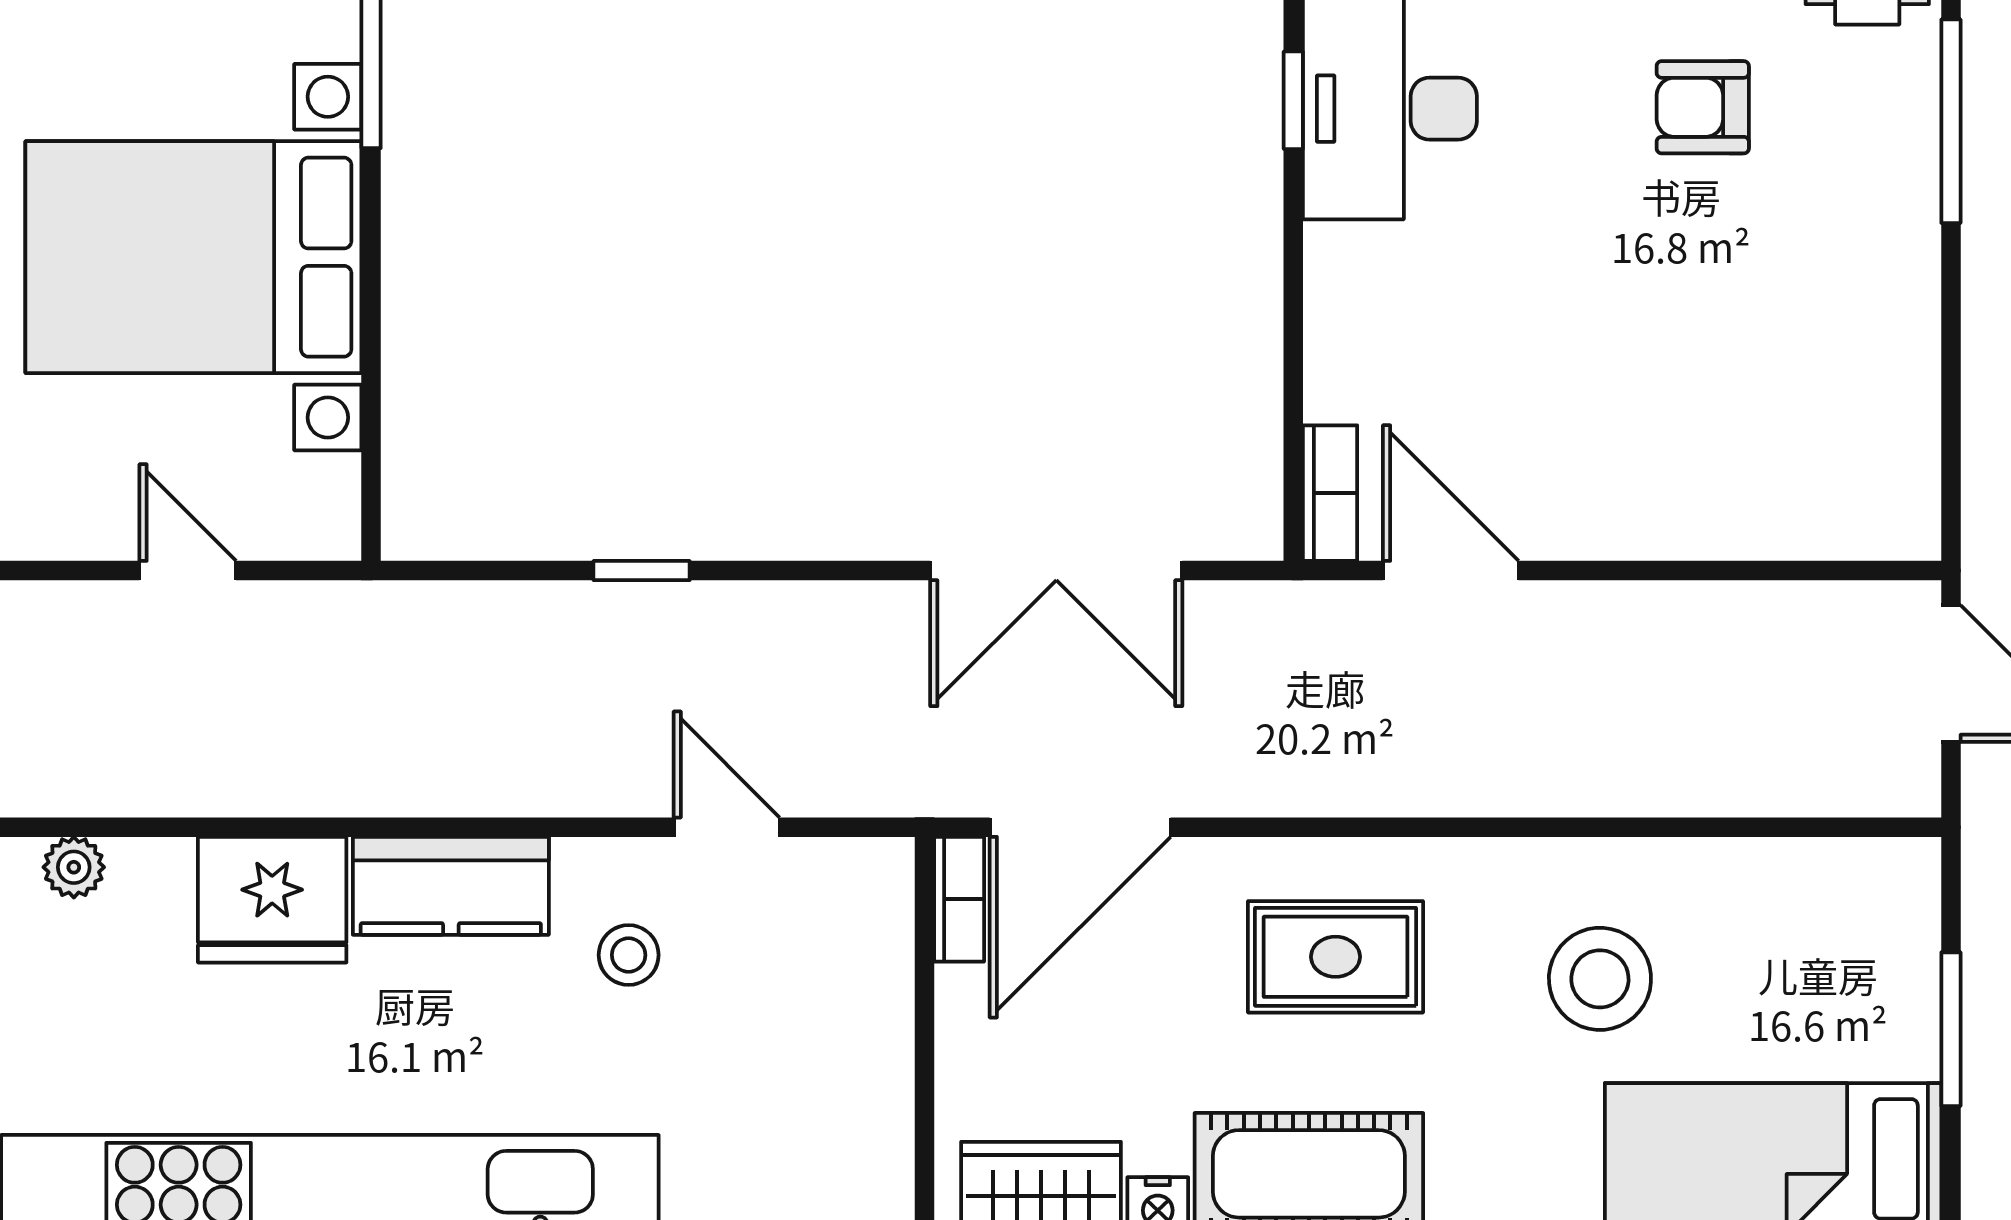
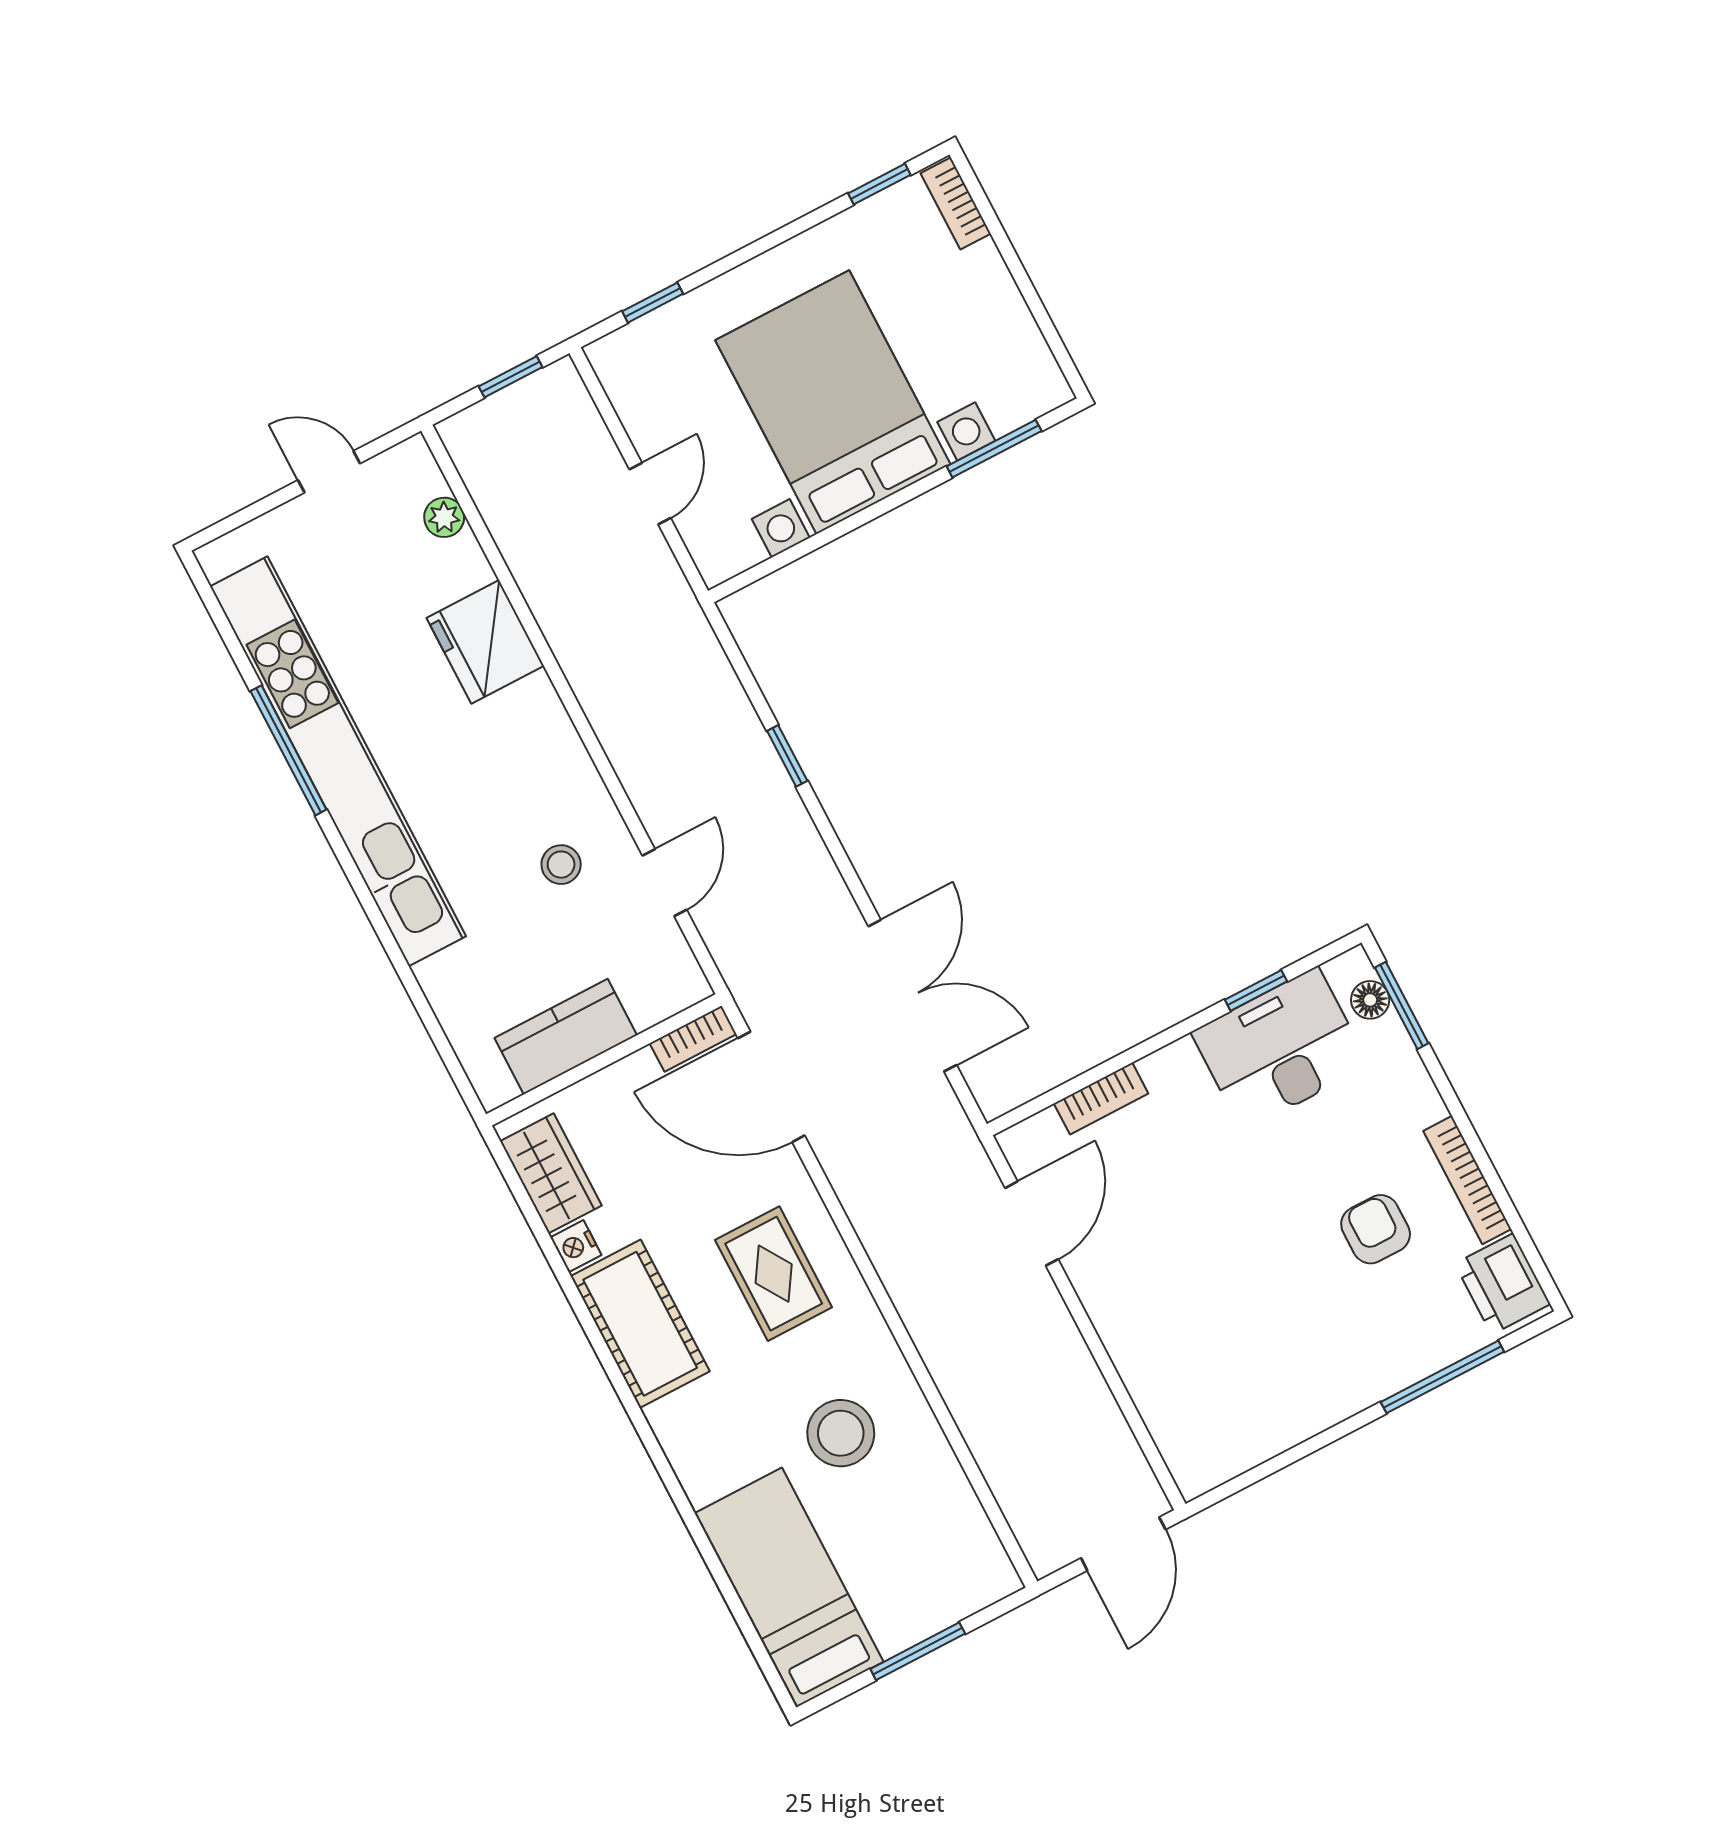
bookcase: (1330, 493) -> (1101, 1098), moved
double door: (1056, 571) -> (912, 996), swing flipped
kitchen counter: (451, 886) -> (566, 1037), moved, turned 90

